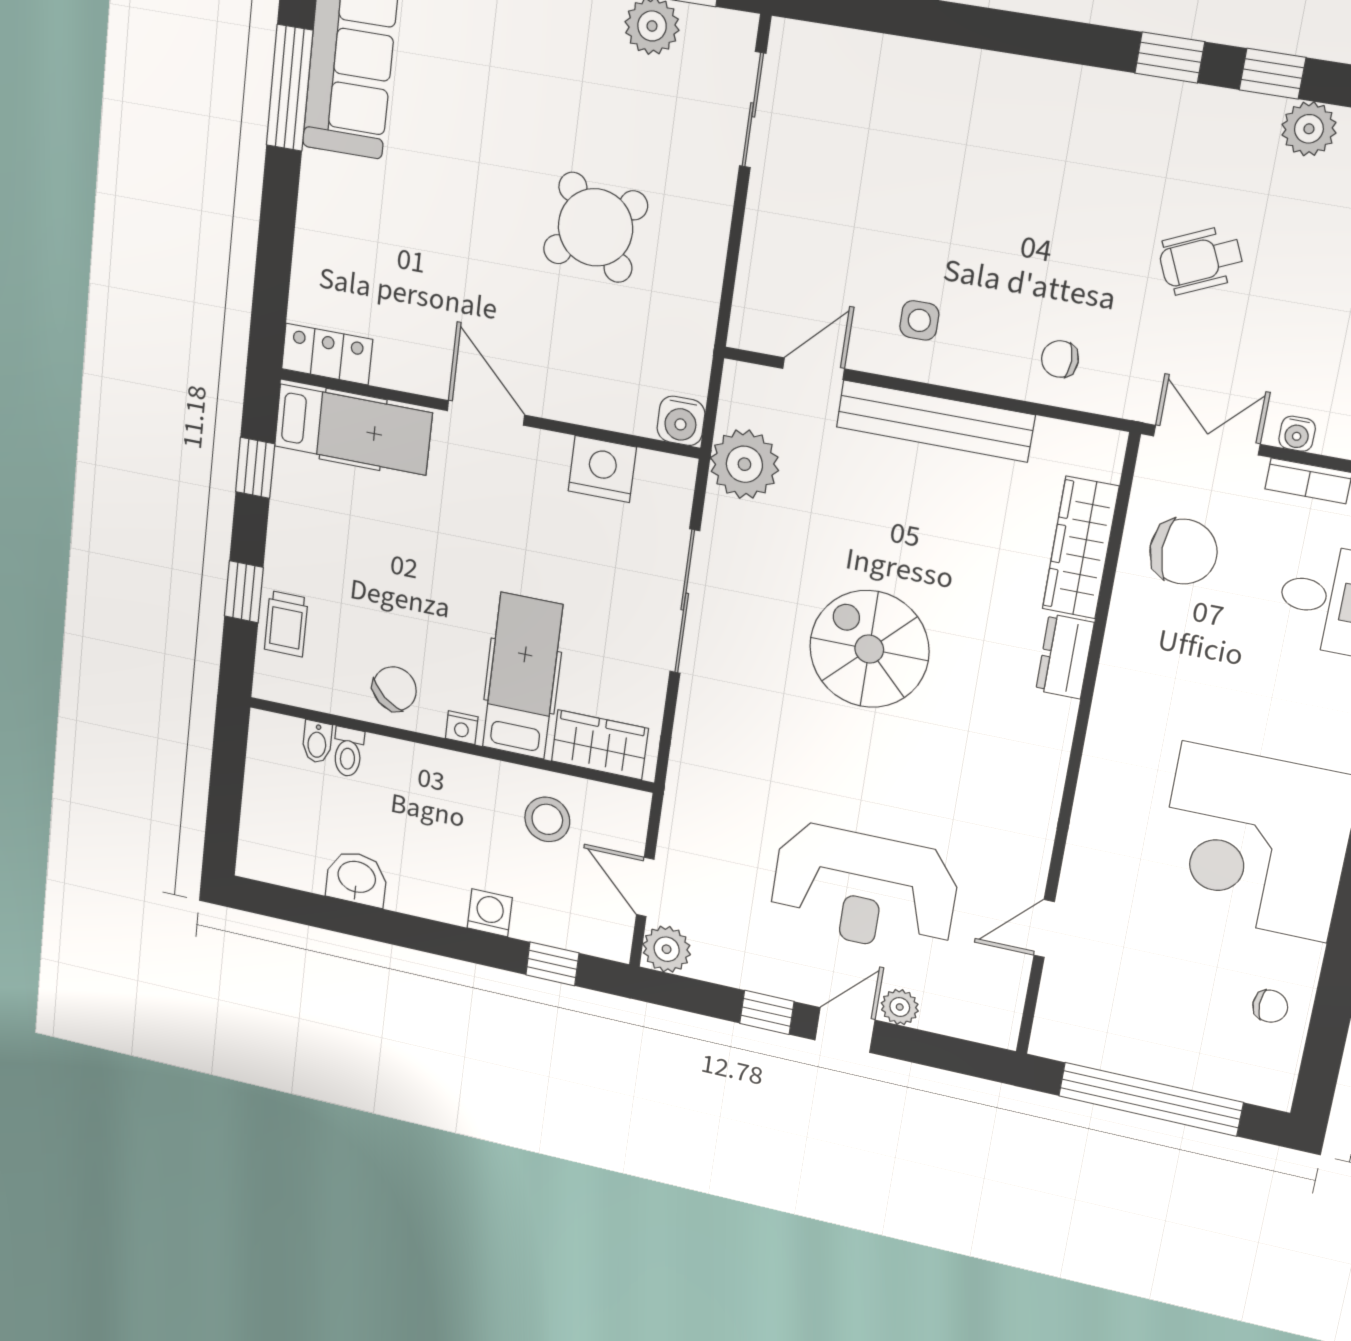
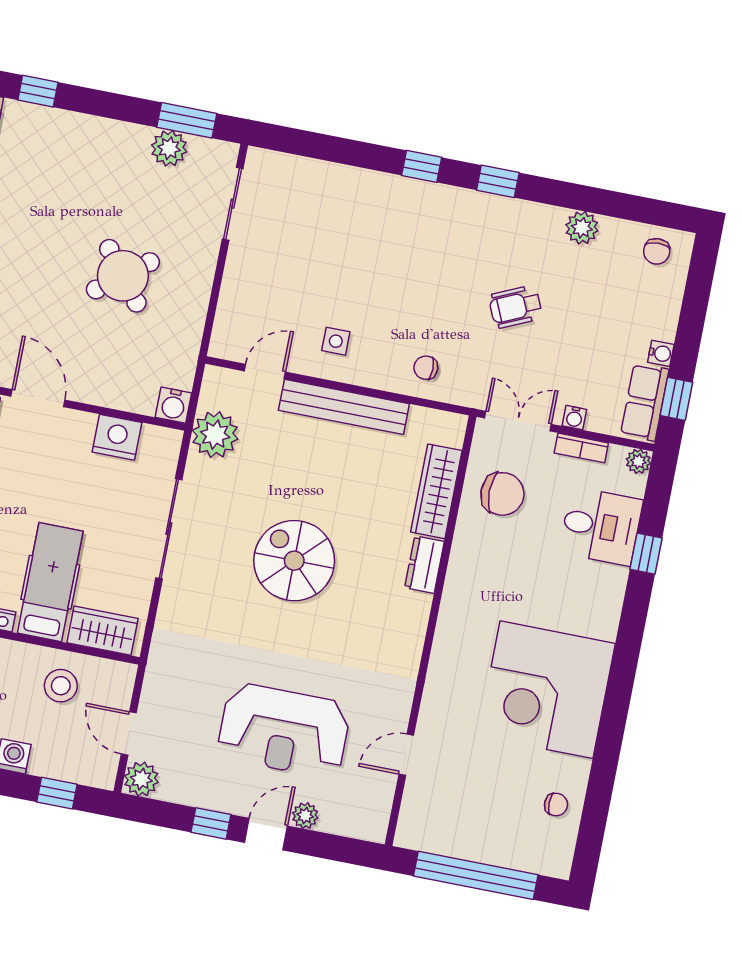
window: (1272, 74) -> (422, 166), moved

